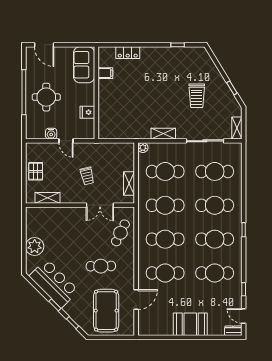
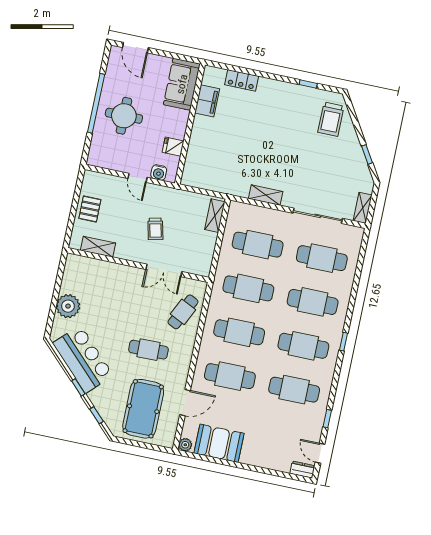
filing cabinet: (105, 73) -> (207, 101), width x2.00
trolley: (197, 96) -> (331, 119), moved
water cooler: (51, 134) -> (159, 172), moved
plant: (143, 148) -> (185, 445), moved
shelving: (129, 183) -> (215, 216), moved
booth: (190, 324) -> (219, 443), moved

